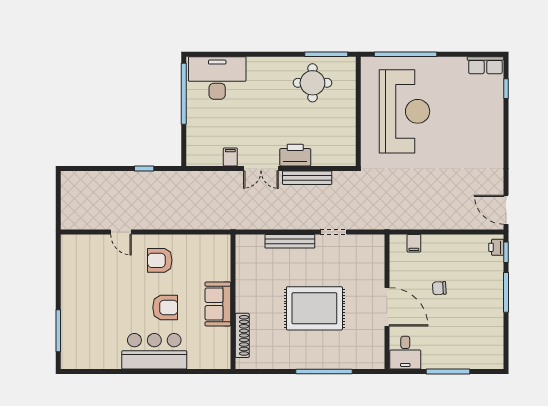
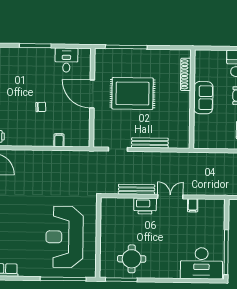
wall: (387, 302) -> (92, 98), moved
door: (387, 307) -> (92, 94), moved

